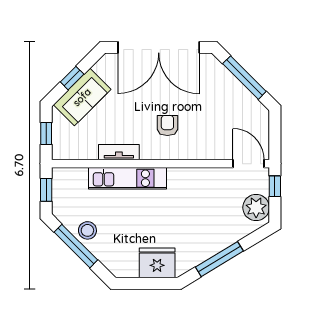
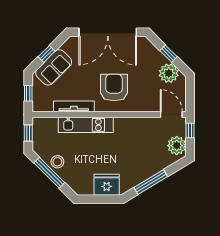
window: (244, 78) -> (169, 54), width x0.46
plant: (245, 105) -> (169, 73), added
armchair: (167, 125) -> (114, 87), width x1.88, depth x1.88
tv unit: (119, 152) -> (74, 106), width x1.41

